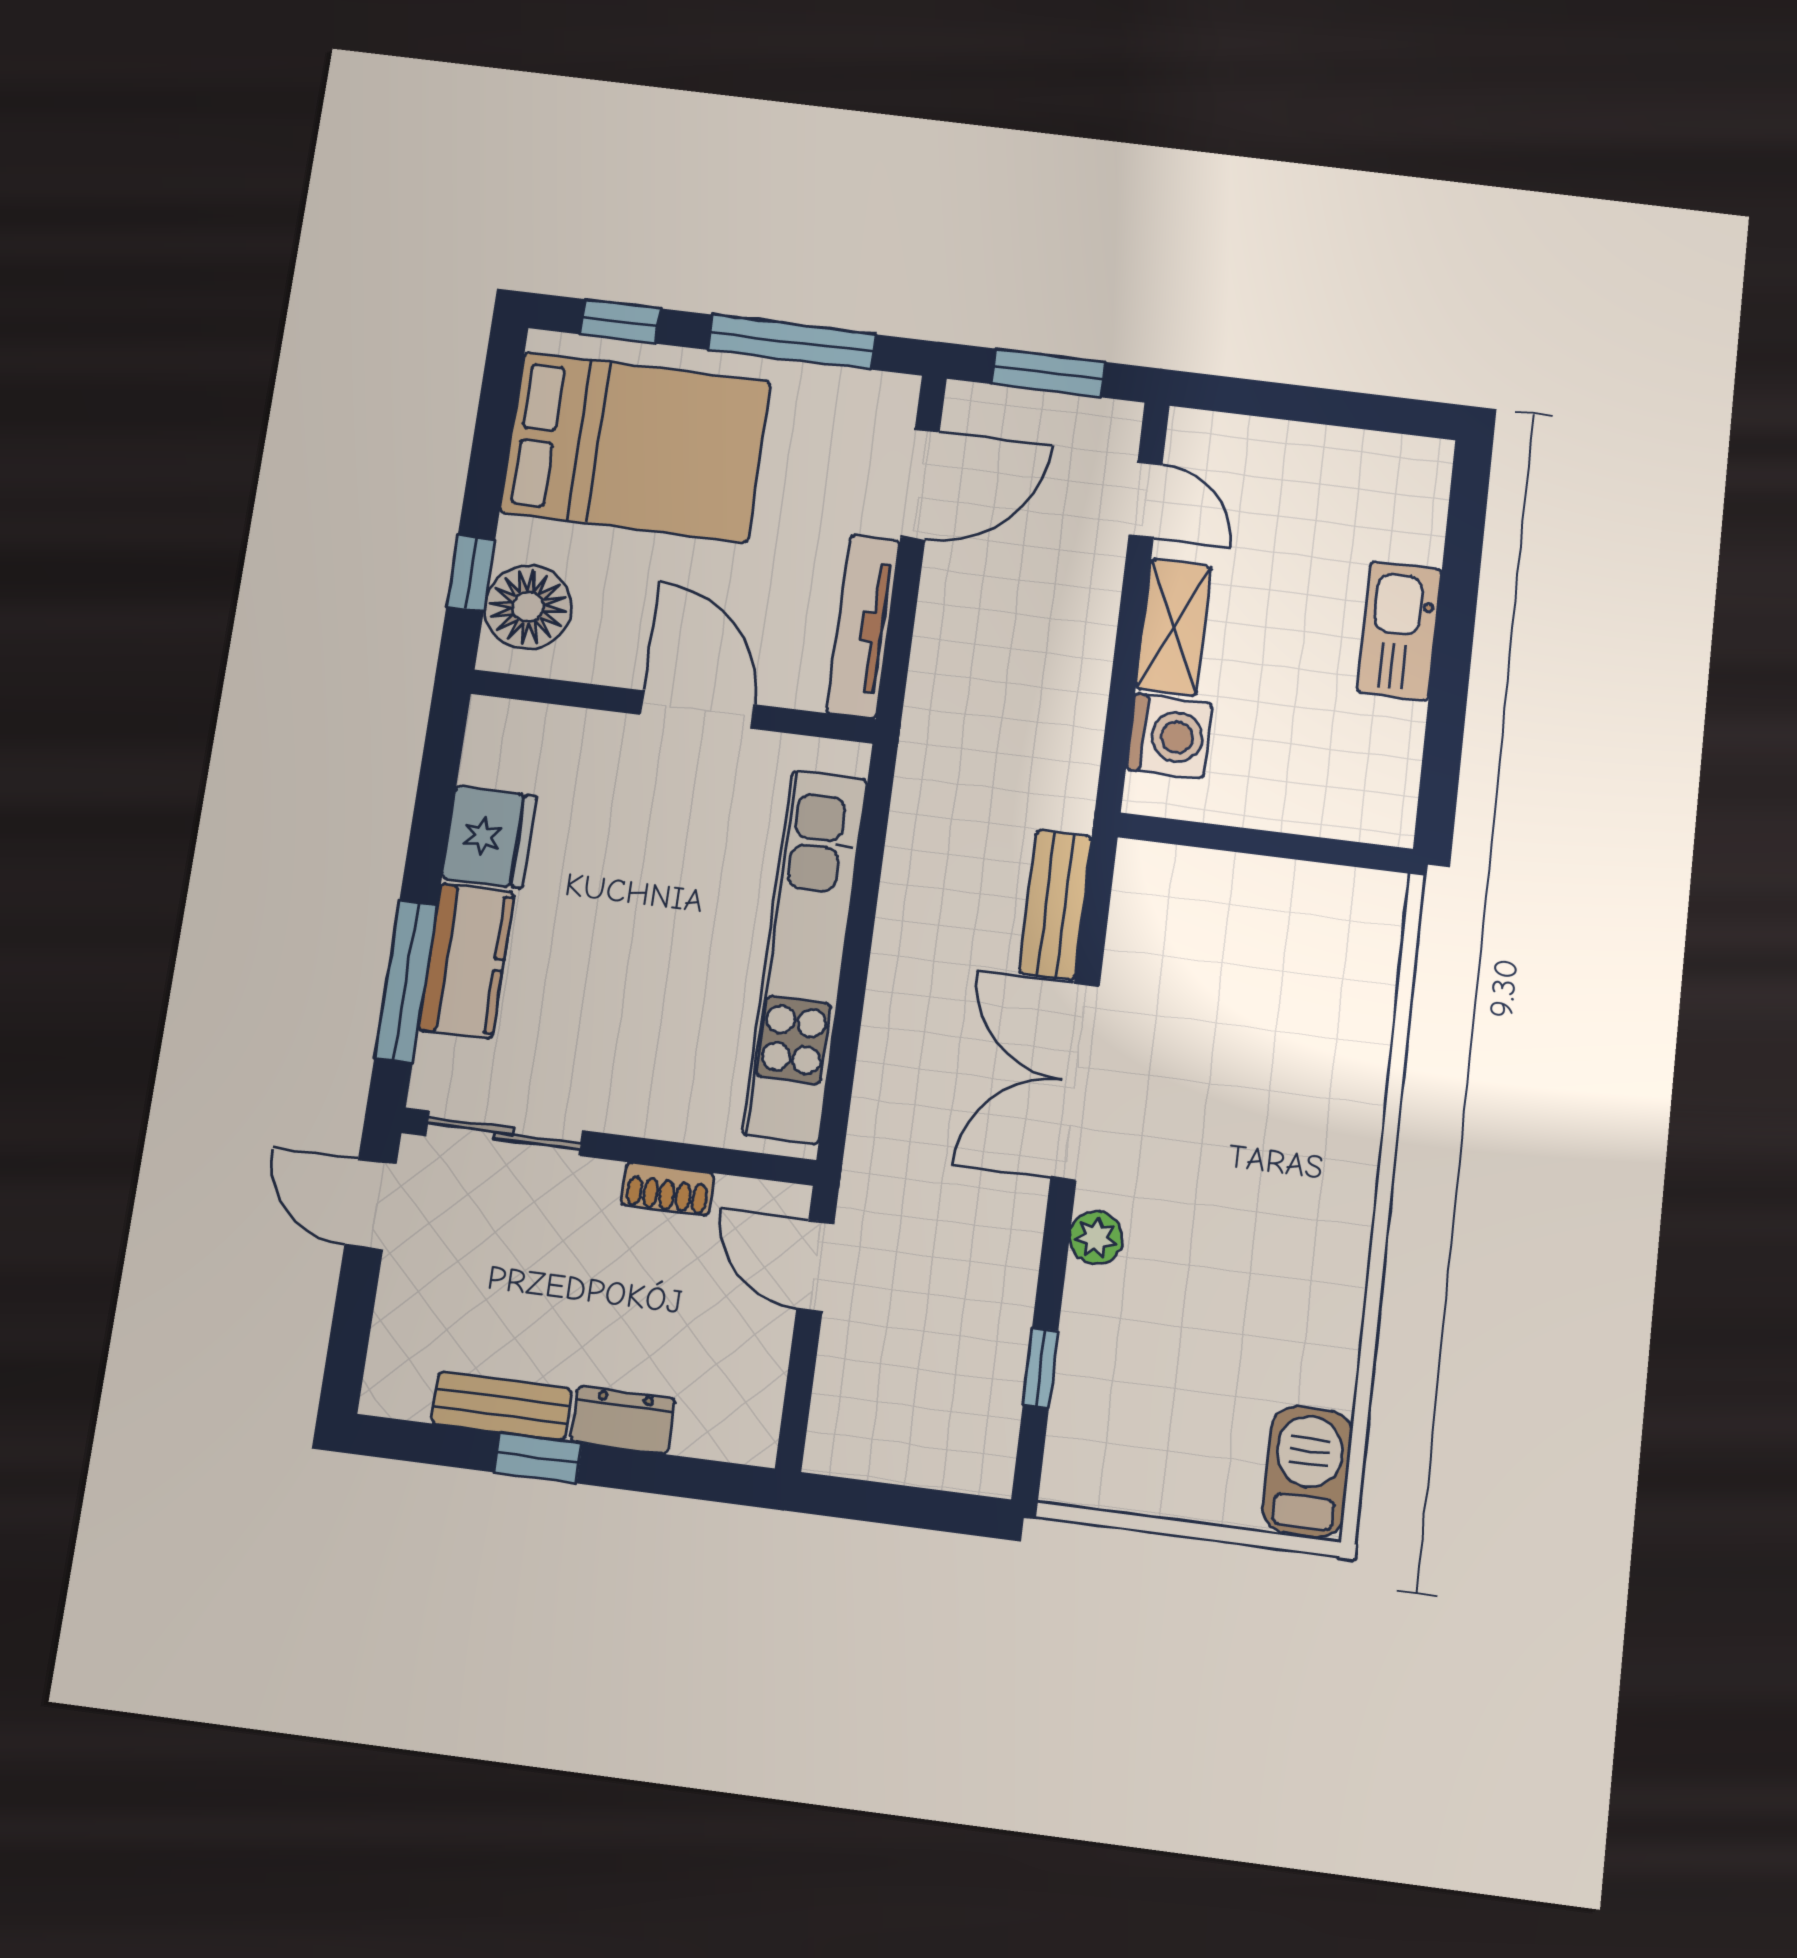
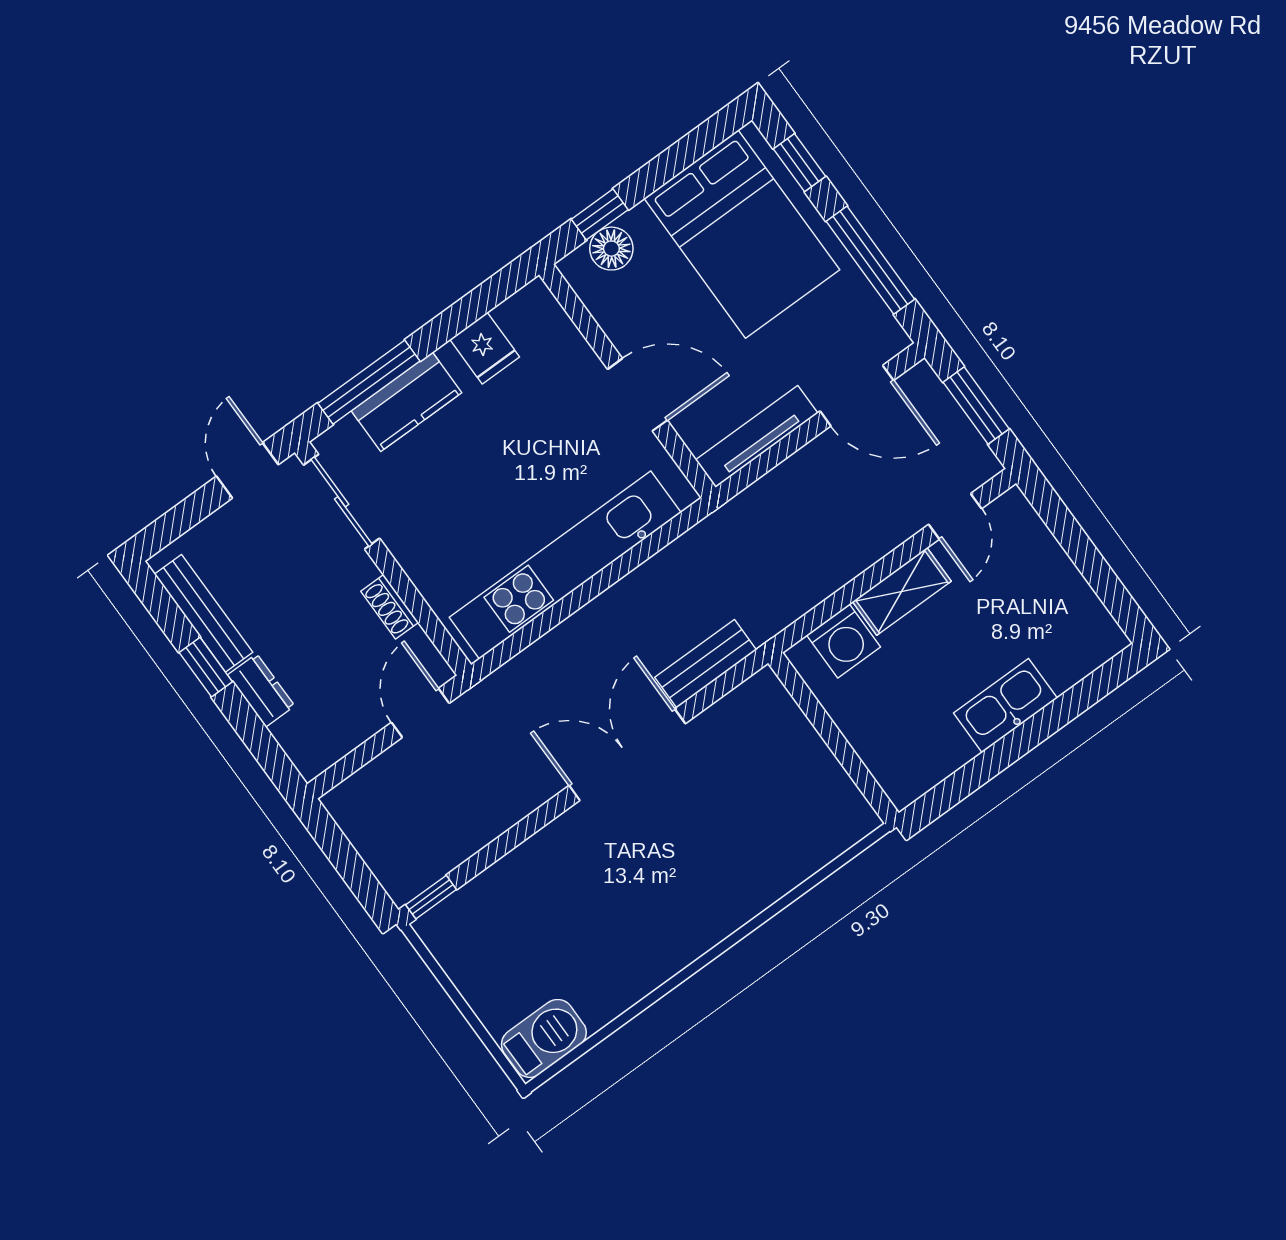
floor lamp: (528, 607) -> (611, 249), width x0.73, depth x0.73
door: (698, 710) -> (637, 395), hinge flipped
fridge: (489, 837) -> (485, 348), width x0.72
plant: (1096, 1238) -> (561, 835), removed
window: (1041, 1368) -> (431, 897), moved
bench: (501, 1406) -> (204, 613), width x1.36

